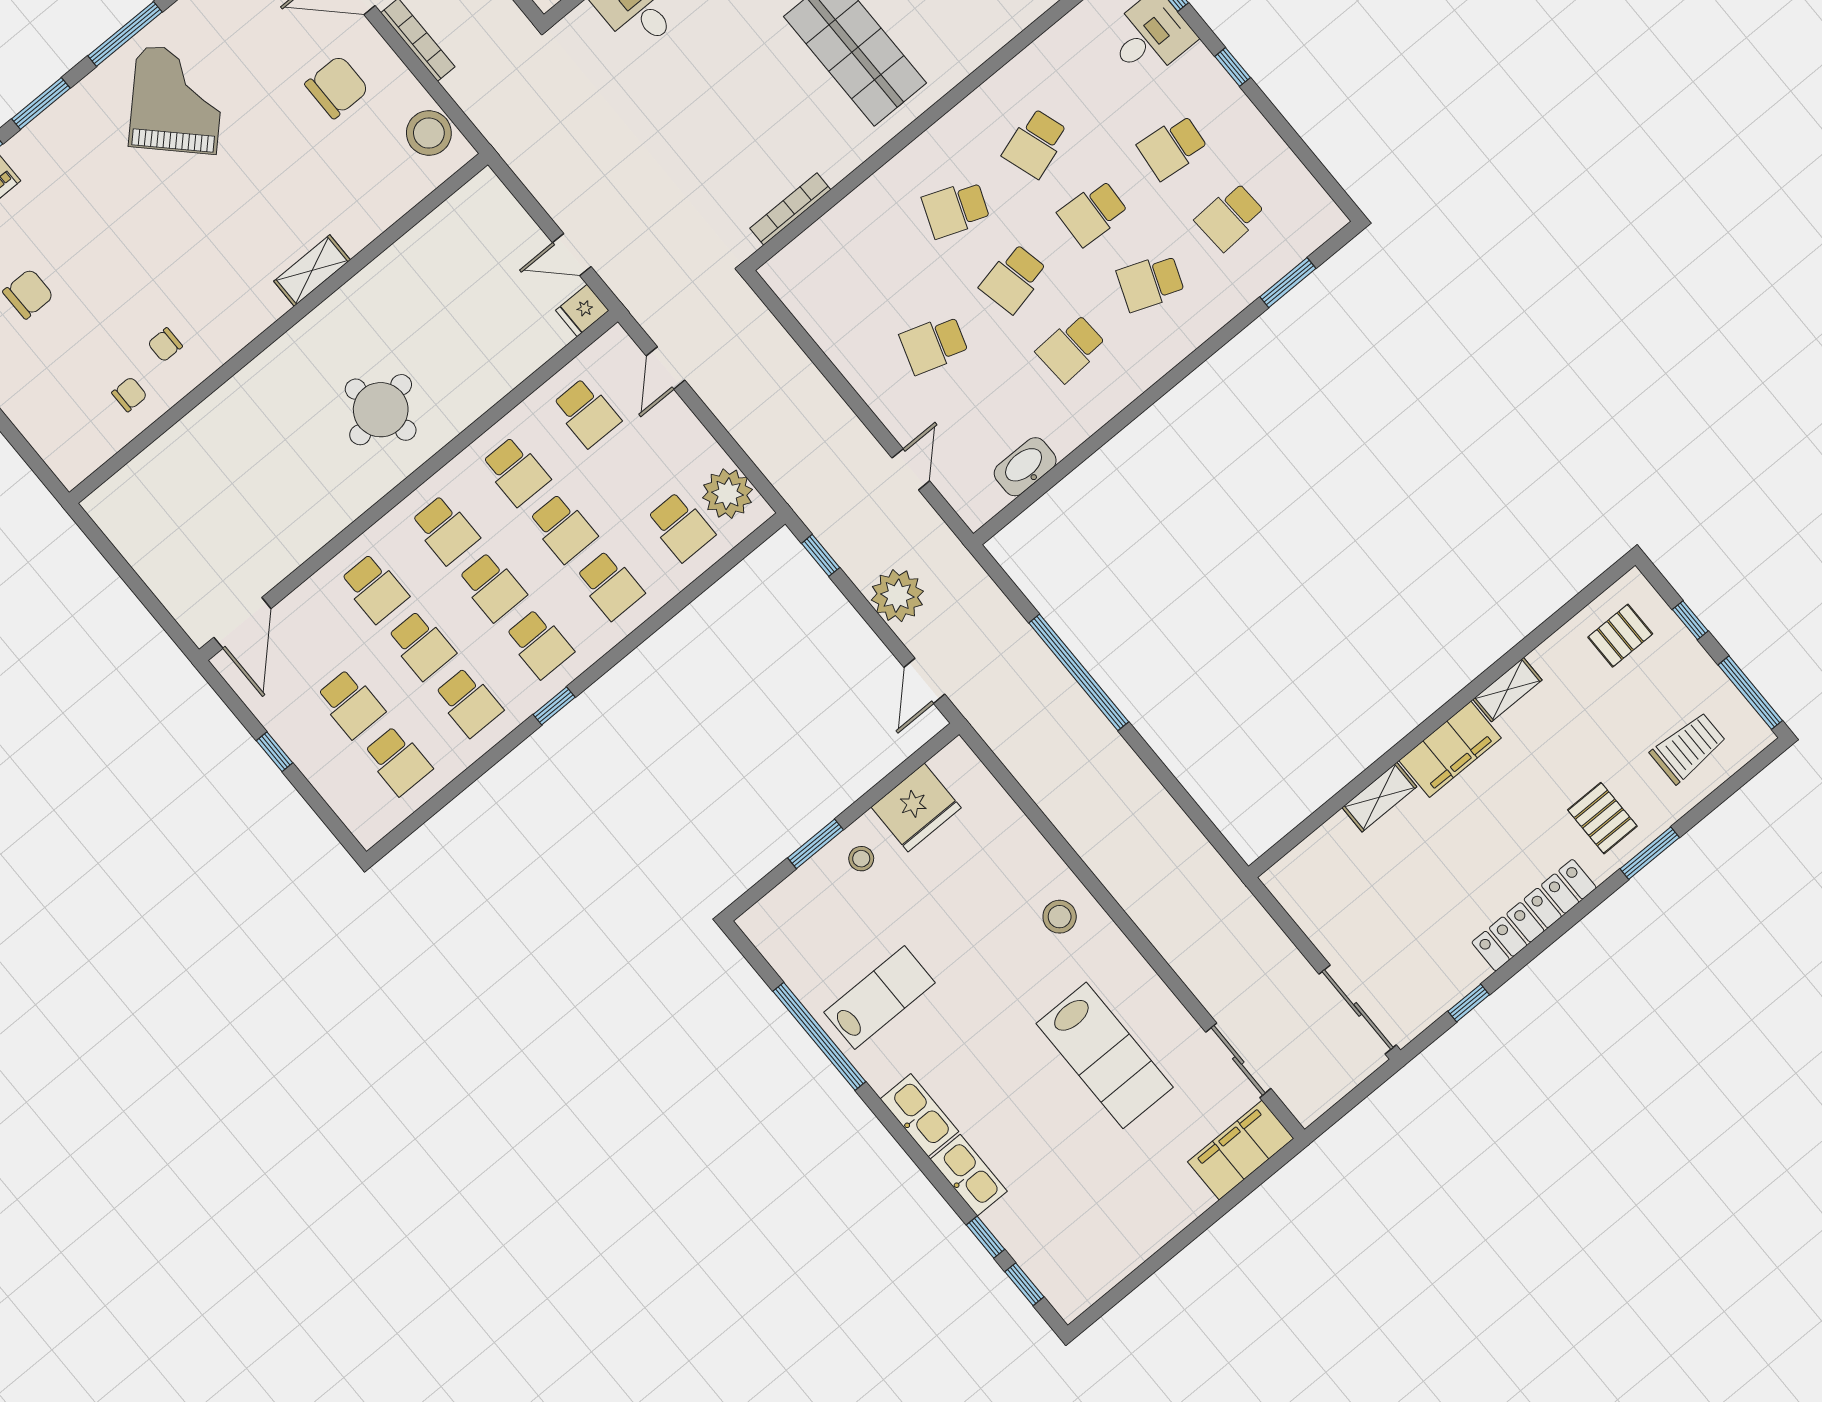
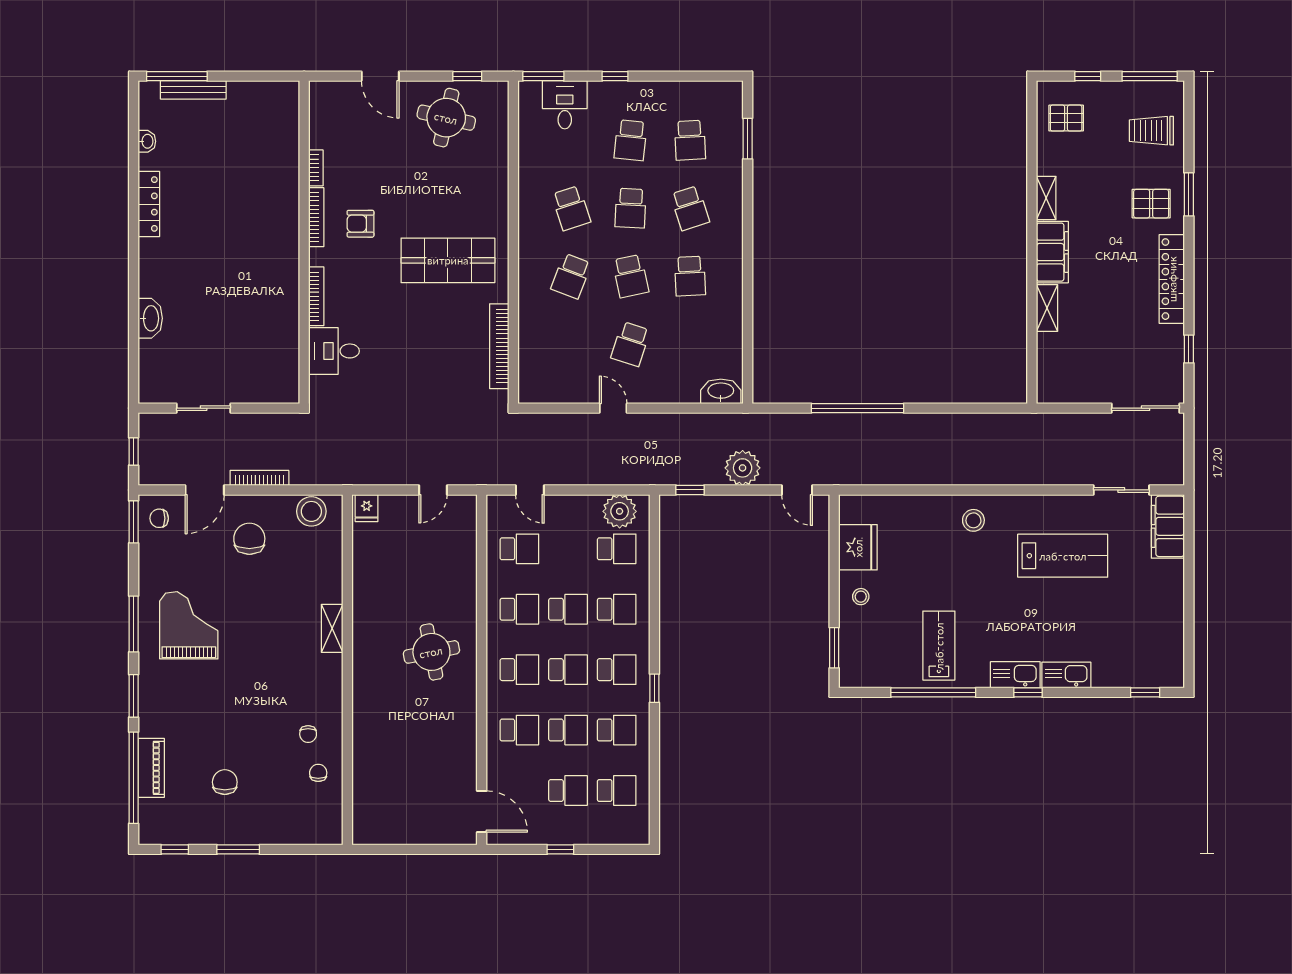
grand piano: (177, 100) -> (189, 625), turned 45
bookcase: (790, 209) -> (499, 346), width x1.48, depth x1.31
school desk: (1151, 283) -> (690, 208), turned -39
fridge: (582, 310) -> (367, 508), moved
washbasin: (1025, 467) -> (721, 391), moved, turned 90
door: (911, 469) -> (613, 408), moved
pallet: (1620, 636) -> (1066, 118), turned 90
trolley: (1688, 748) -> (1151, 131), turned -90
window: (815, 844) -> (834, 648), moved
window: (985, 1237) -> (1028, 692), moved

